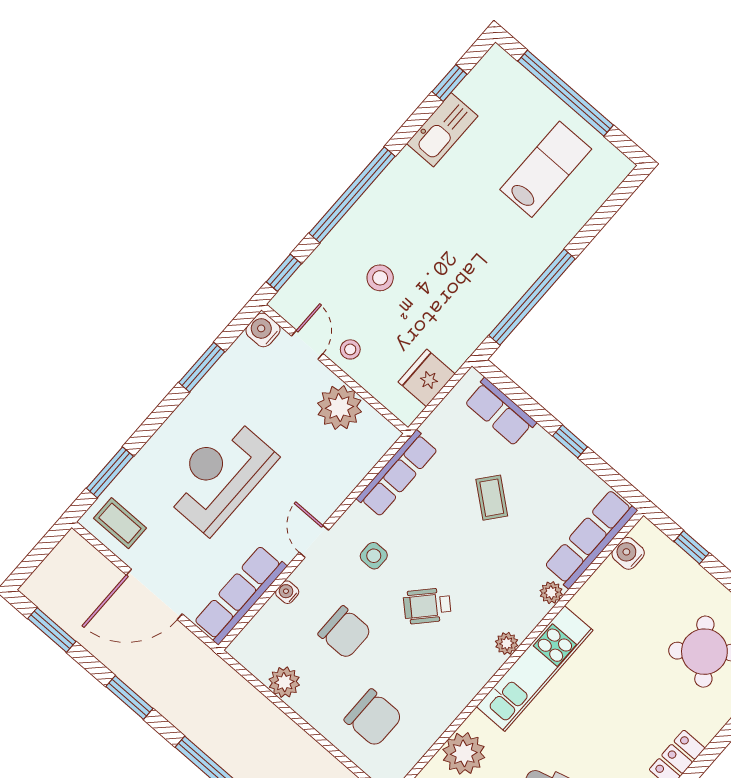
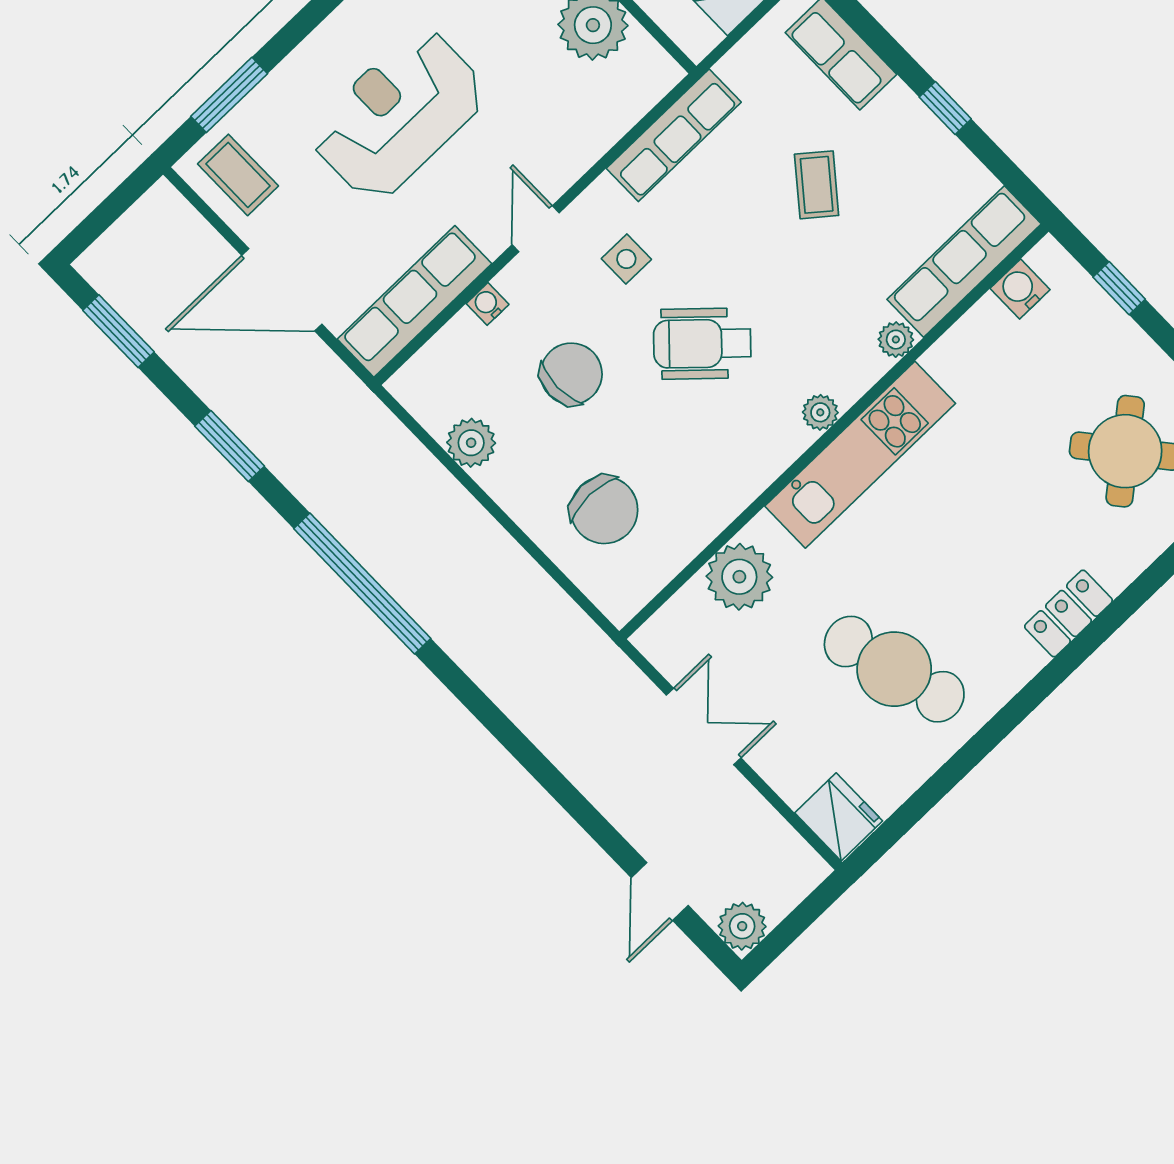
wheelchair: (427, 606) -> (702, 344), width x1.36, depth x1.37
chair: (345, 632) -> (571, 374), turned -90

